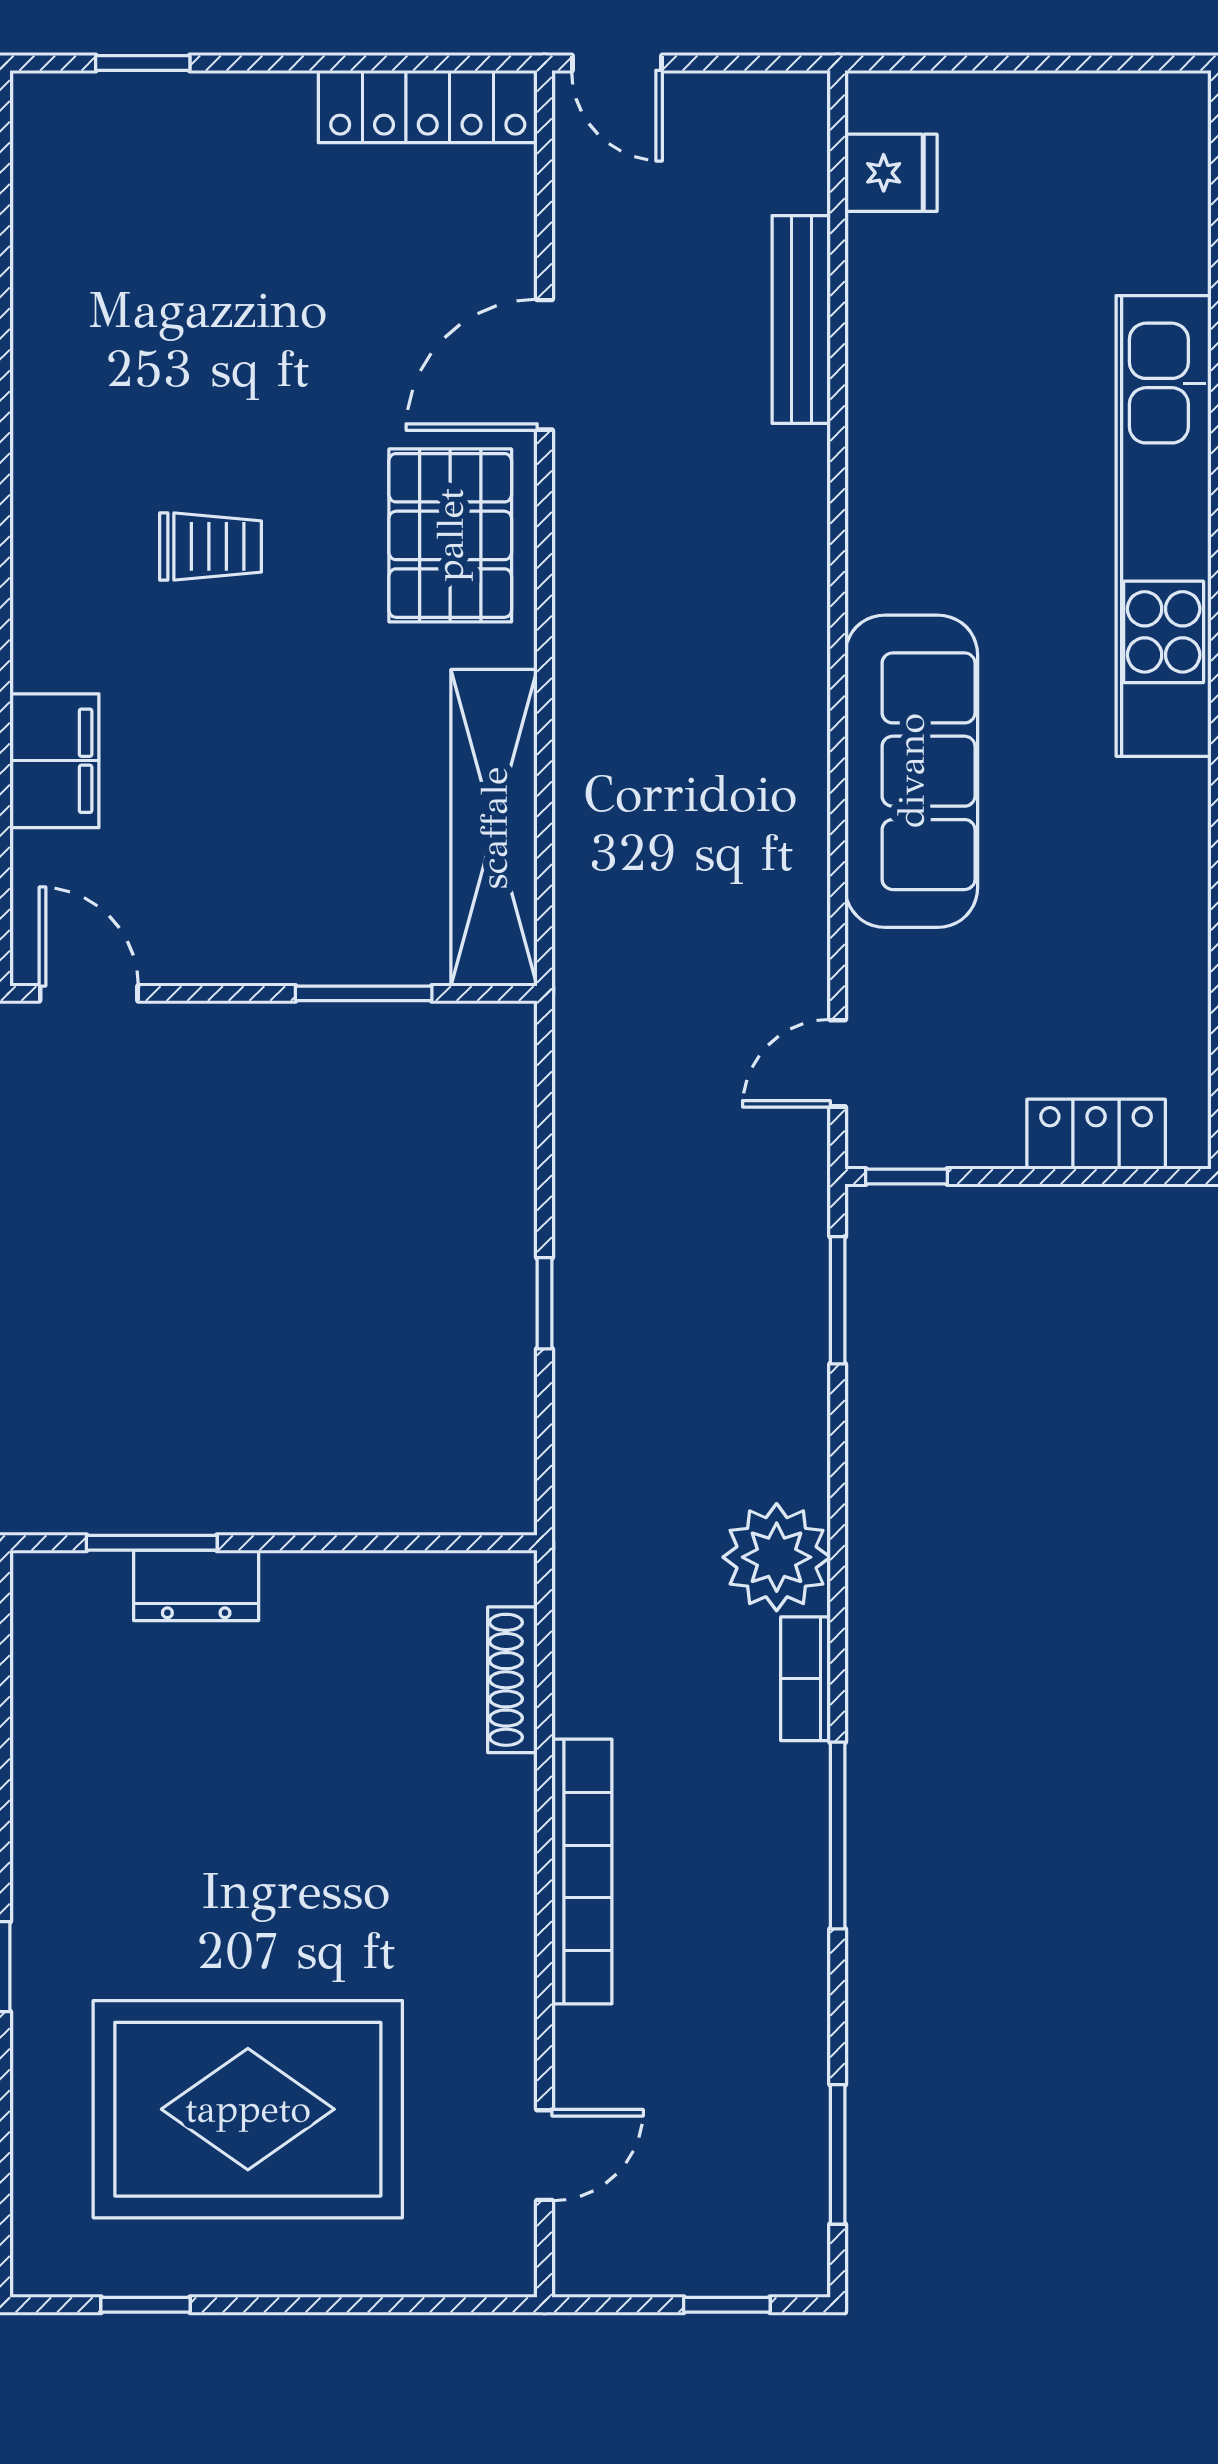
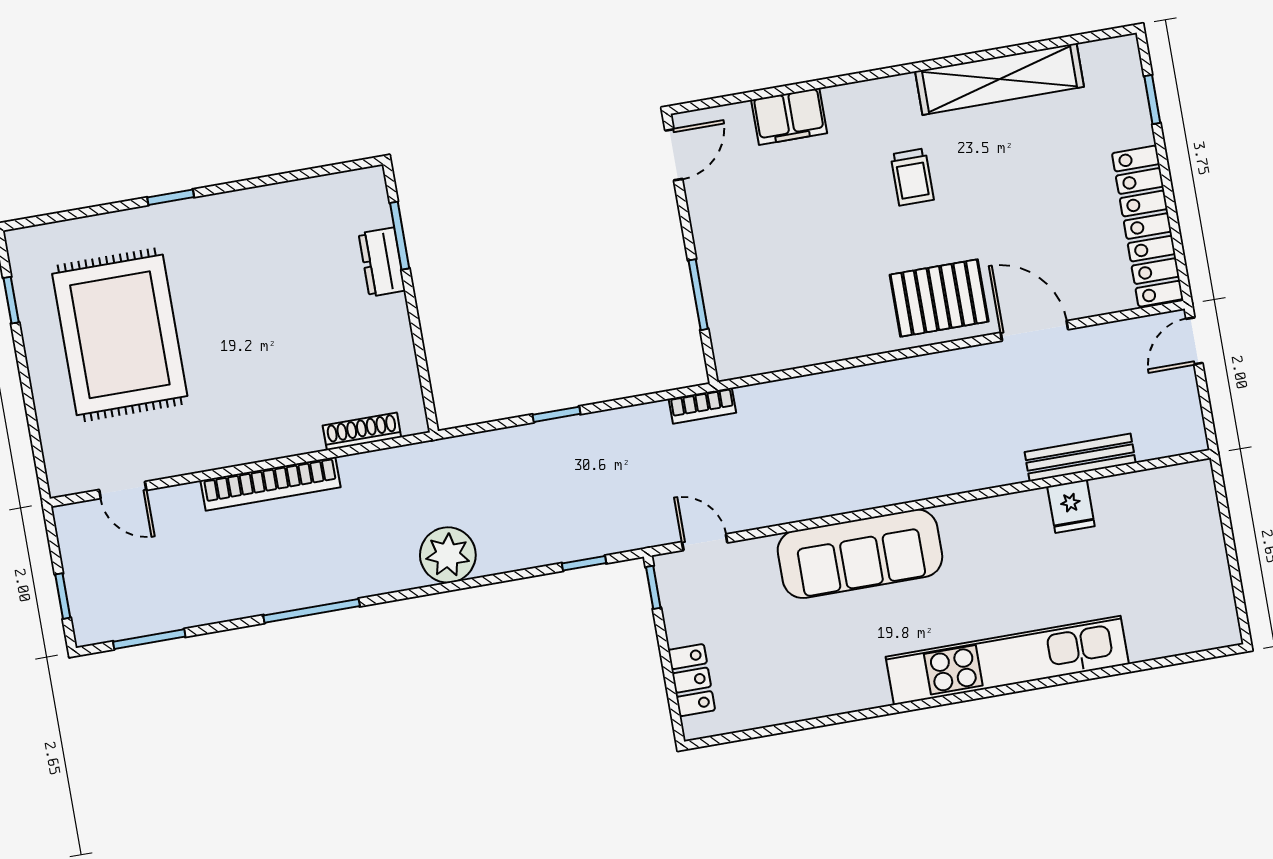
locker: (428, 106) -> (1148, 226), width x1.41, depth x1.21
fridge: (891, 173) -> (1071, 506), moved
shelving: (494, 828) -> (999, 79), moved
window: (838, 1300) -> (584, 563), width x0.67
bookcase: (805, 1679) -> (702, 406), moved, turned 180

